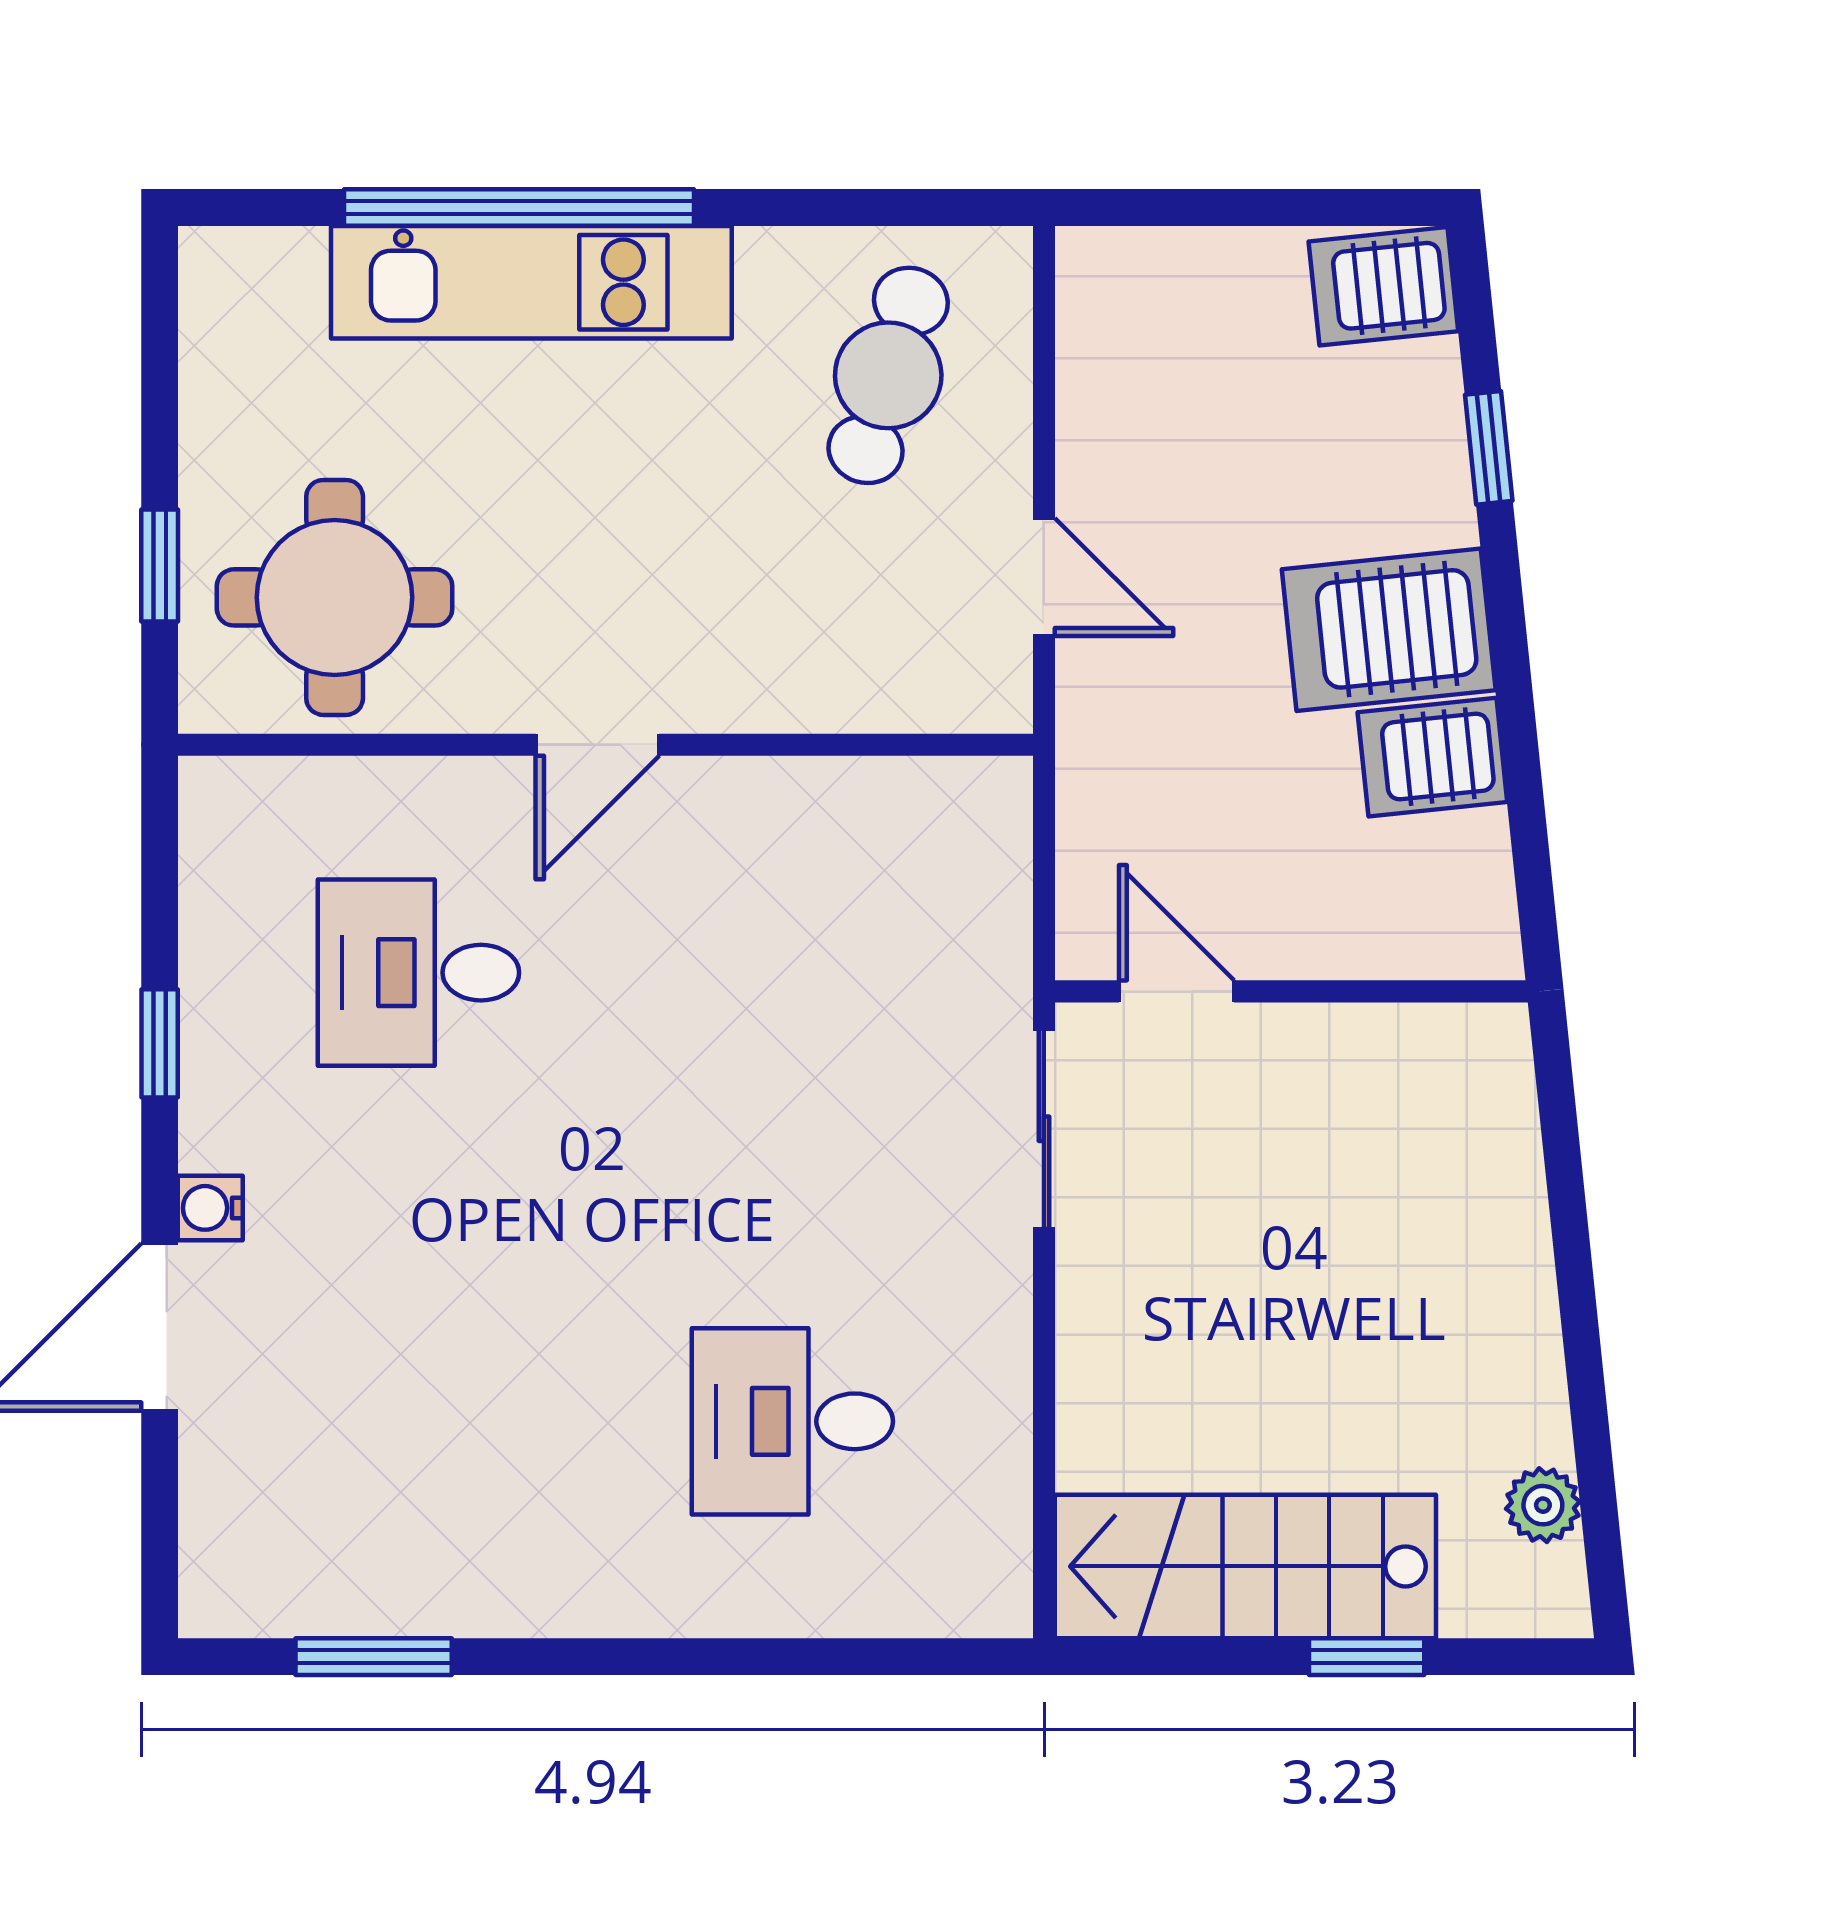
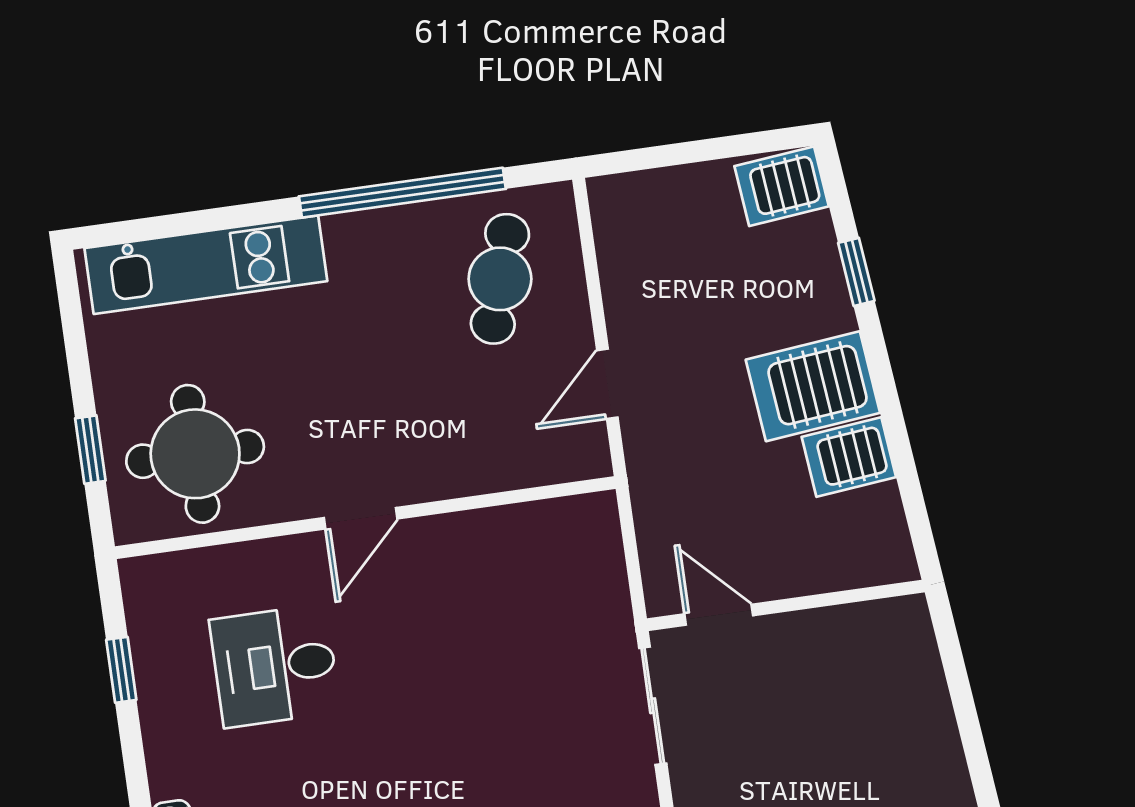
window: (519, 207) -> (402, 193), moved
kitchen unit: (531, 282) -> (206, 265), moved
door: (1044, 577) -> (607, 384), swing flipped
window: (160, 1043) -> (121, 670), moved

